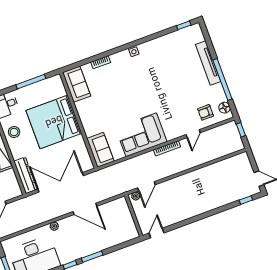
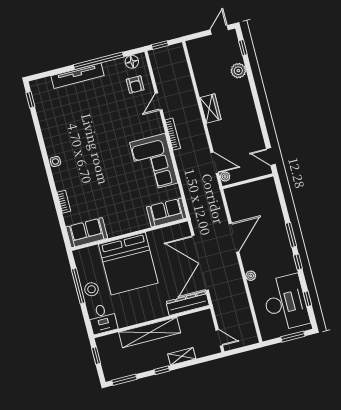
stool: (14, 132) -> (92, 289), moved
door: (193, 134) -> (159, 102), swing flipped
wardrobe: (192, 178) -> (210, 109), added
plant: (226, 198) -> (238, 71), added

